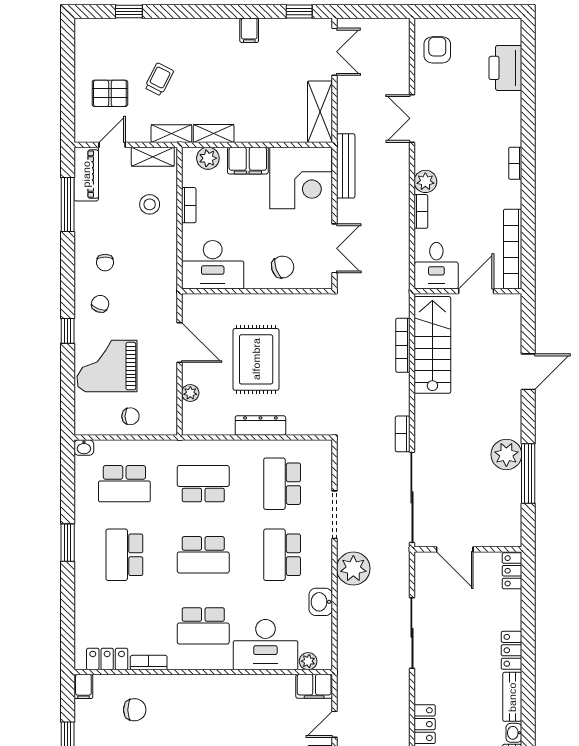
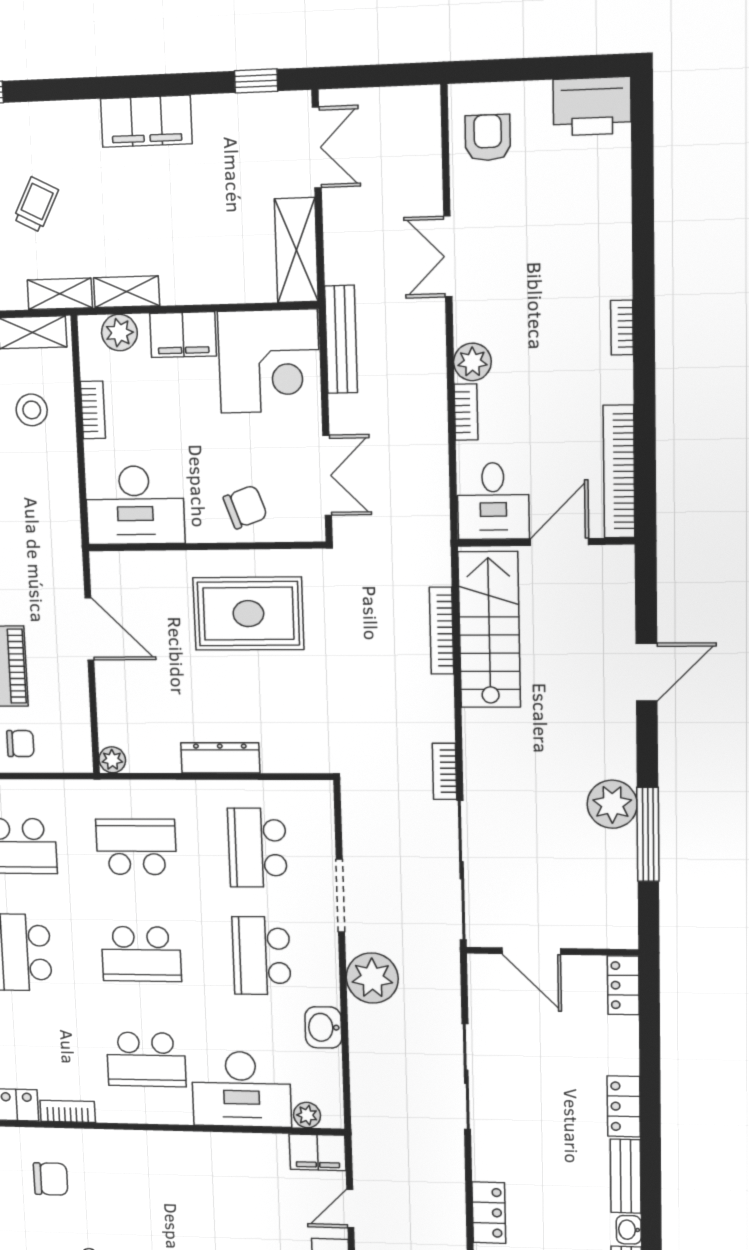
filing cabinet: (249, 30) -> (146, 121), width x3.00, depth x1.17
printer: (505, 68) -> (592, 106), moved, turned -90
rug: (256, 359) -> (248, 614), moved, turned 90
plant: (190, 393) -> (112, 760), moved

